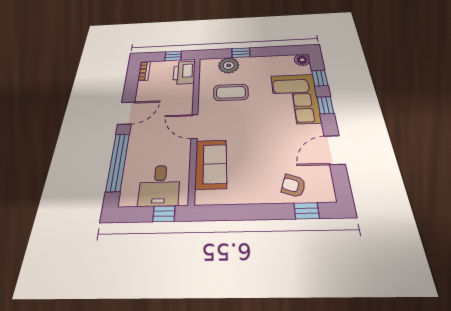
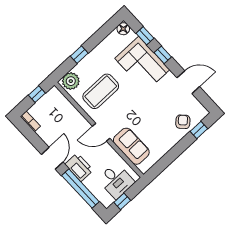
plant: (229, 65) -> (71, 81), moved
printer: (184, 73) -> (79, 167), moved, turned 180
coffee table: (231, 92) -> (101, 91), width x1.36, depth x1.32
door: (334, 150) -> (188, 82), swing flipped
armchair: (293, 186) -> (183, 122), turned 117
window: (164, 214) -> (122, 201), moved

